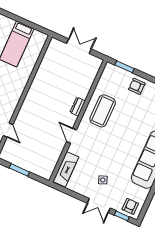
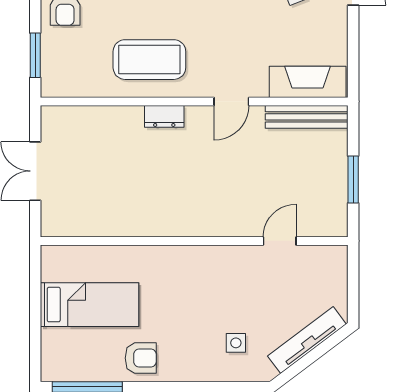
bench: (52, 163) -> (307, 117), added

